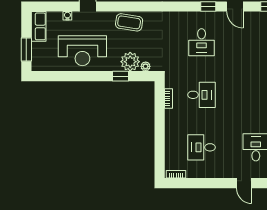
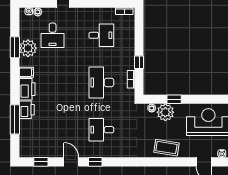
desk: (202, 42) -> (101, 130), turned -90
desk: (202, 95) -> (101, 82), width x1.37
window: (160, 117) -> (139, 62), added

